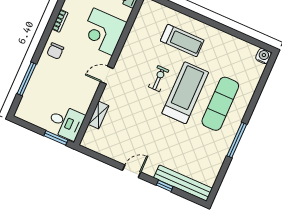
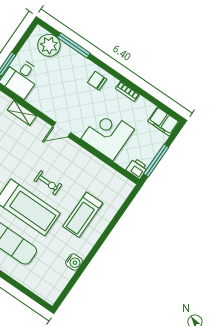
water cooler: (263, 56) -> (74, 262), moved
door: (107, 75) -> (62, 130), swing flipped
plant: (31, 102) -> (49, 45), added

